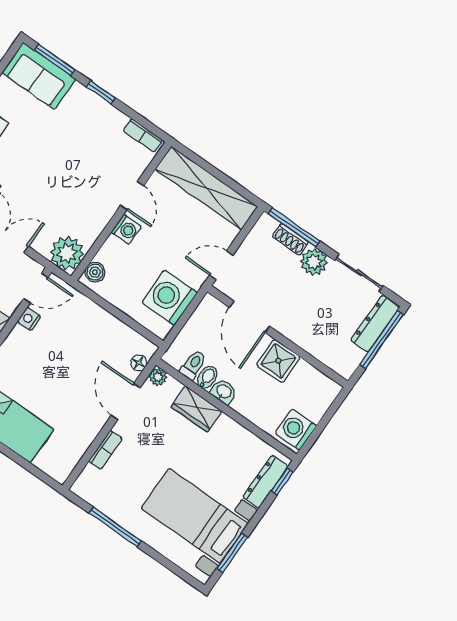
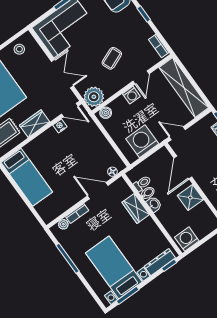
coffee table: (74, 181) -> (112, 58), added
plant: (158, 377) -> (63, 224), moved
door: (126, 402) -> (98, 191), hinge flipped

